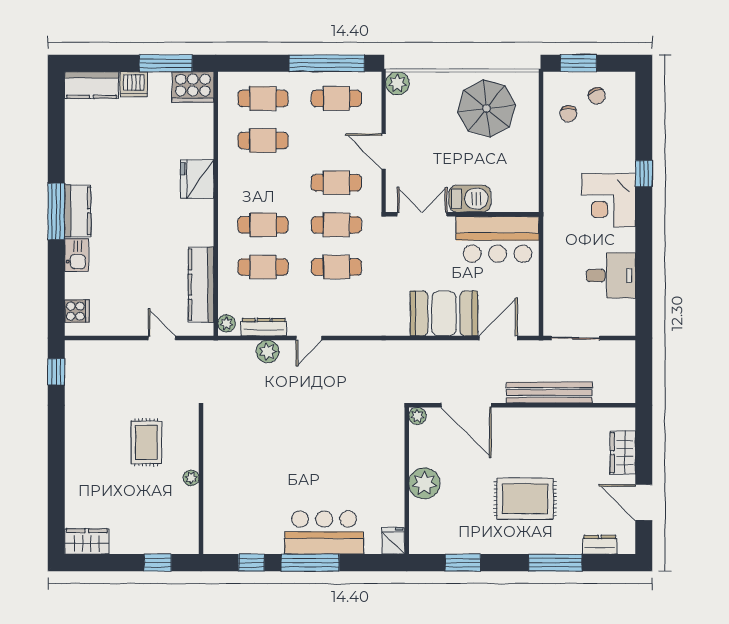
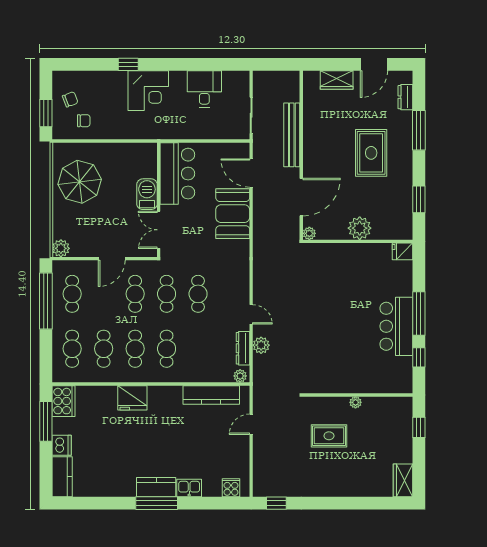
cafe table: (263, 267) -> (135, 349), moved
bar counter: (324, 532) -> (396, 326), moved

